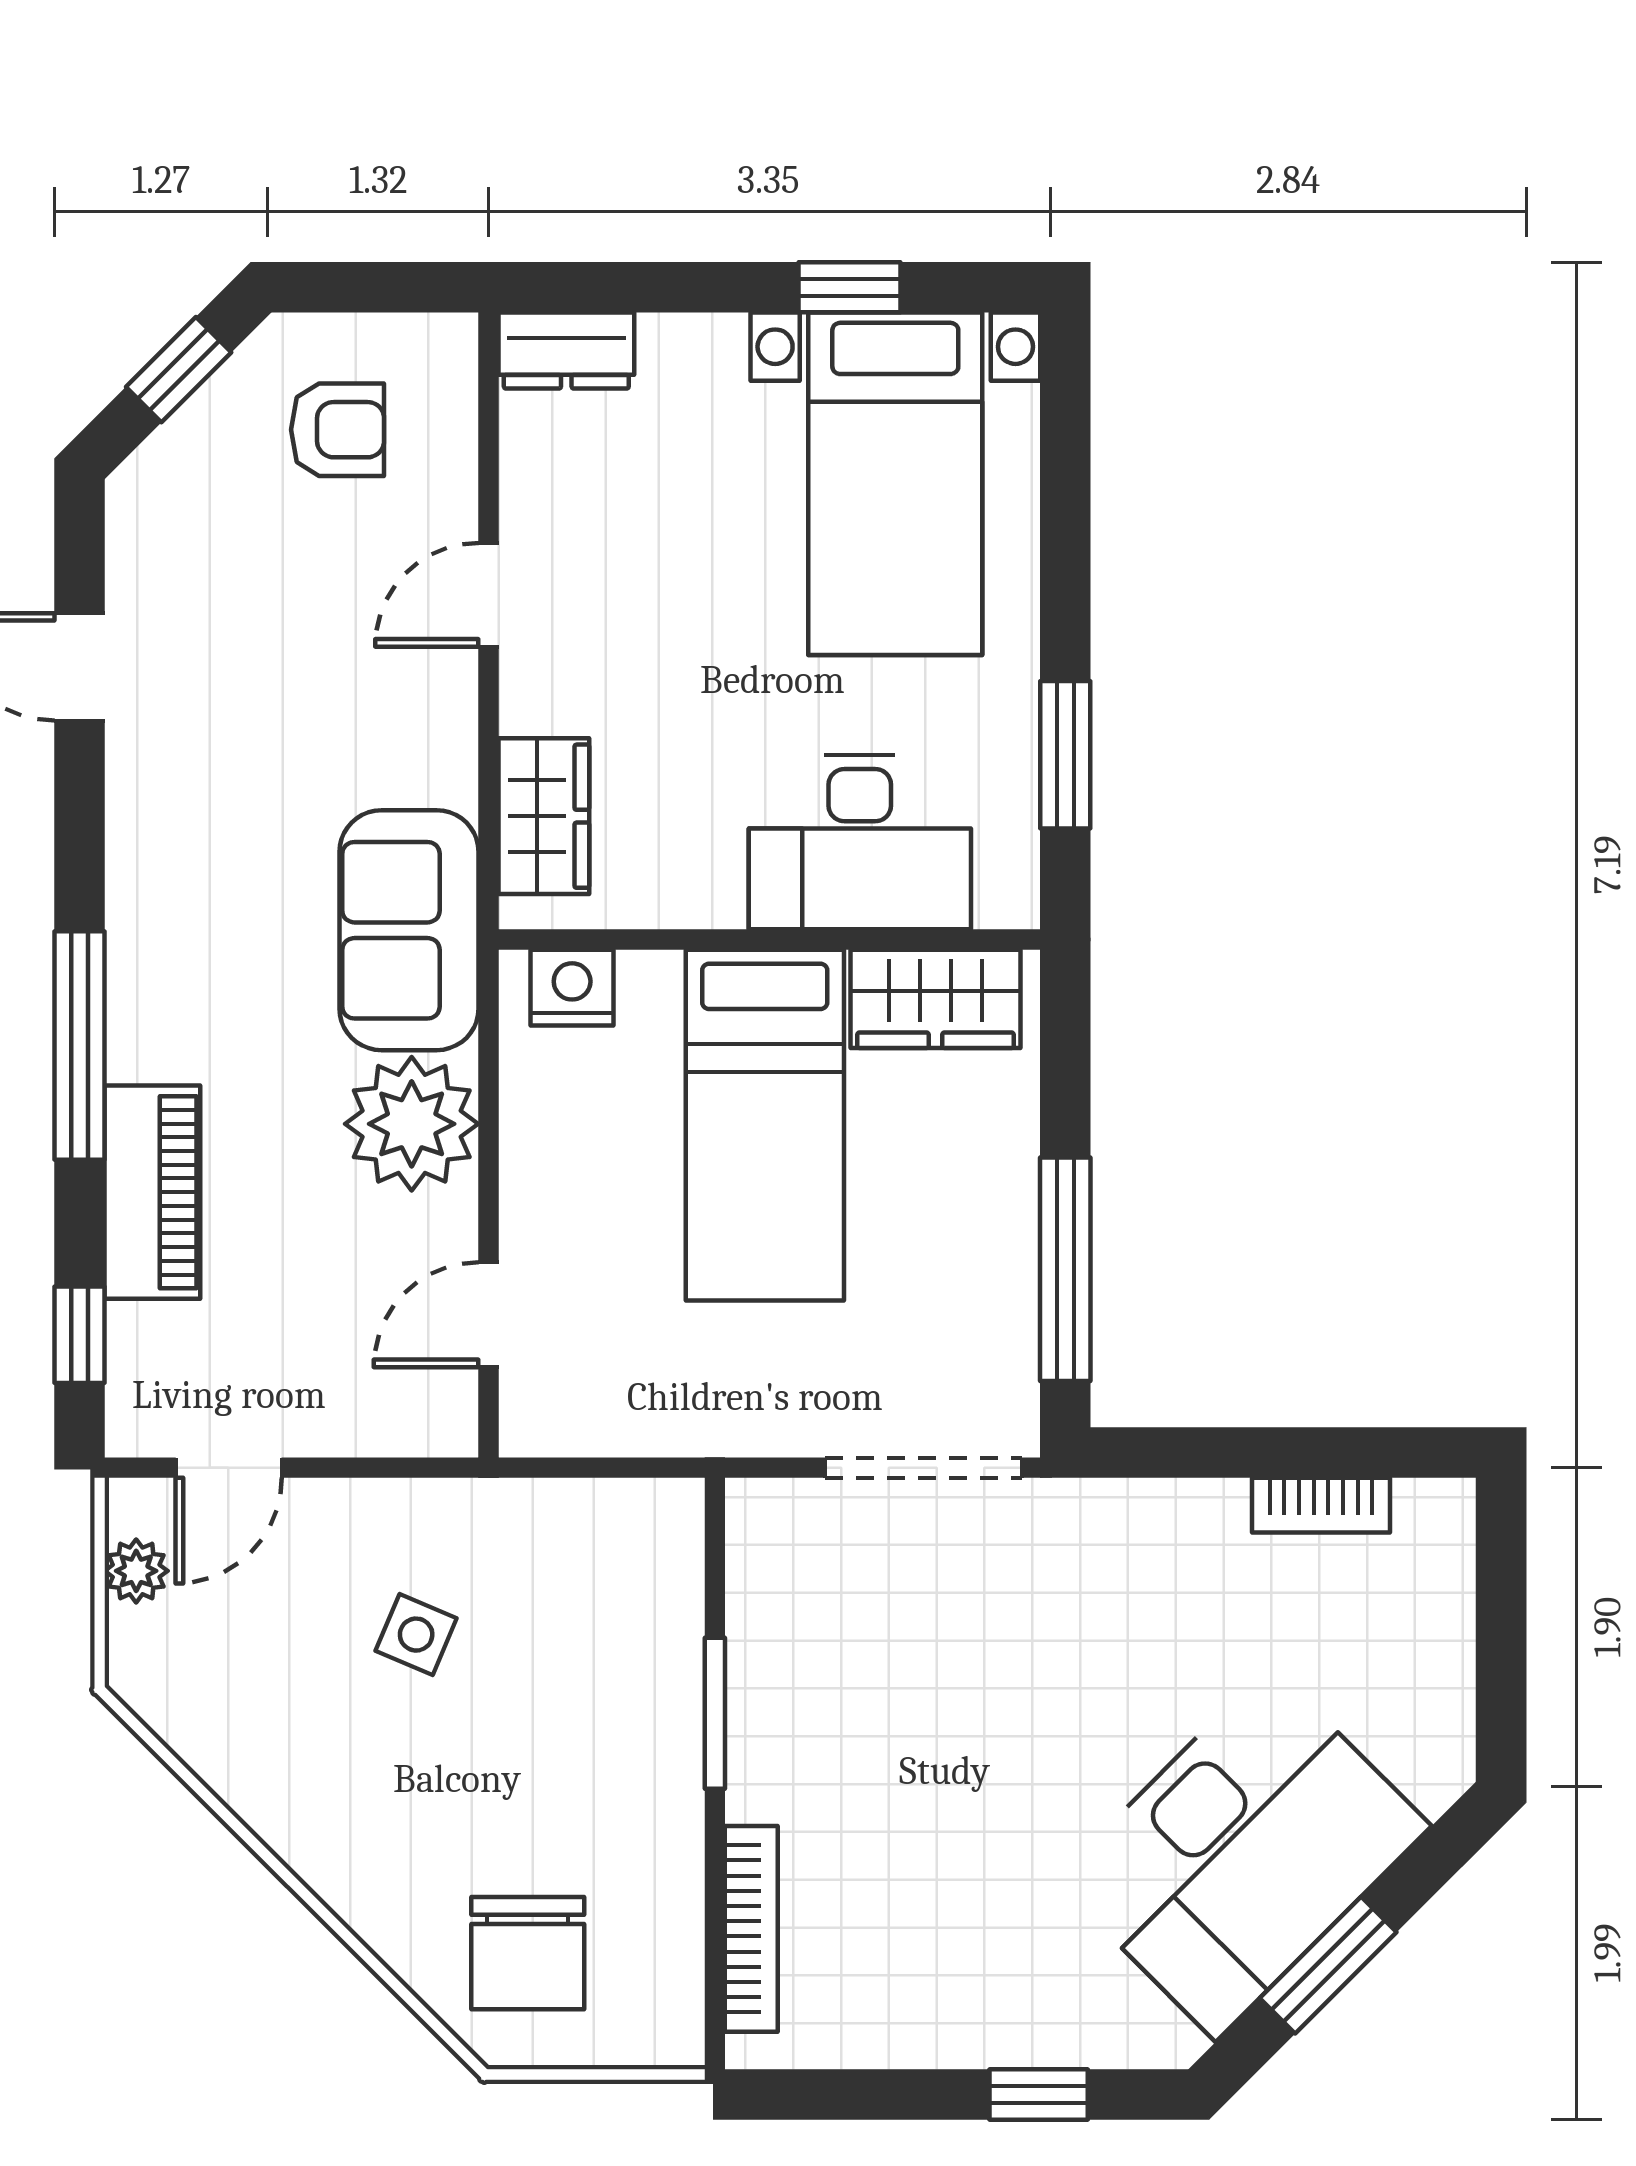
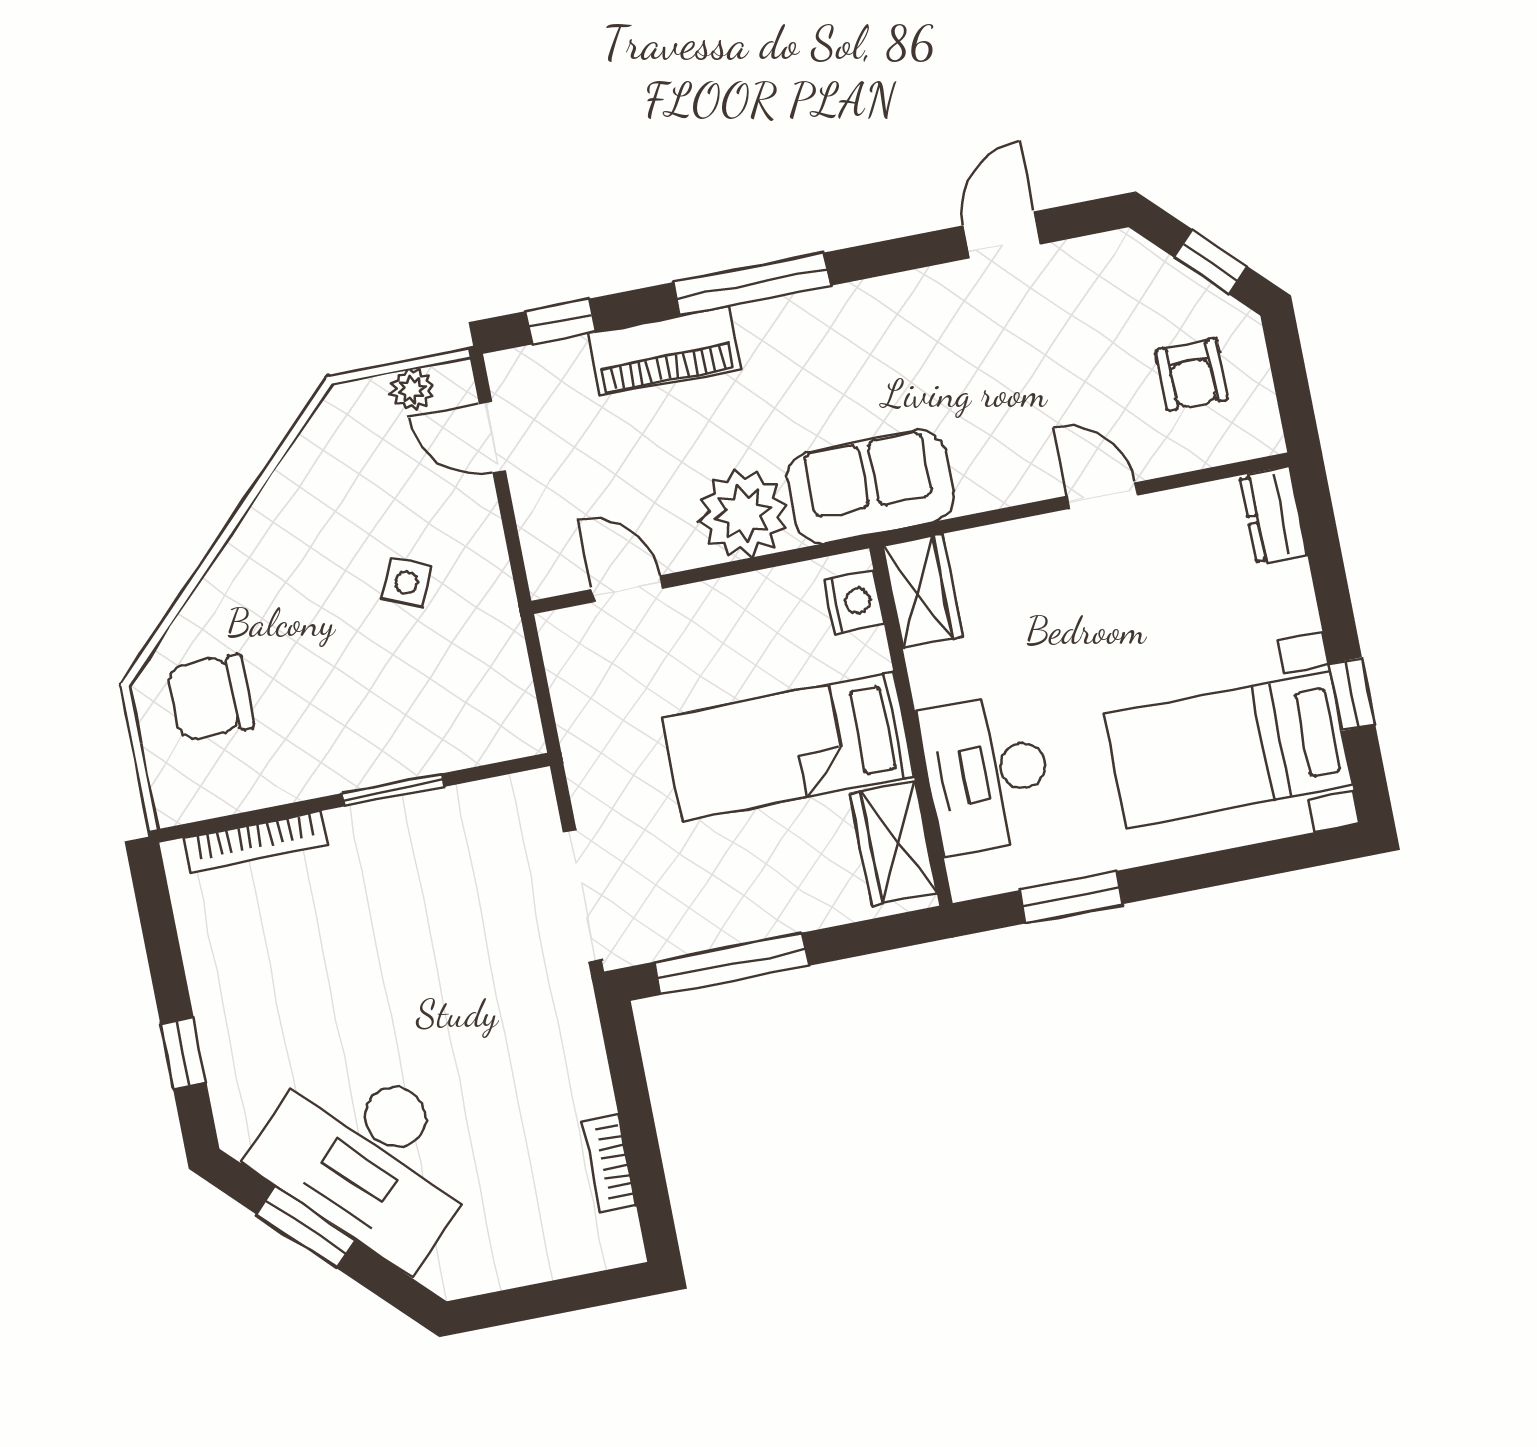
wardrobe: (544, 816) -> (923, 591), moved, turned -90

